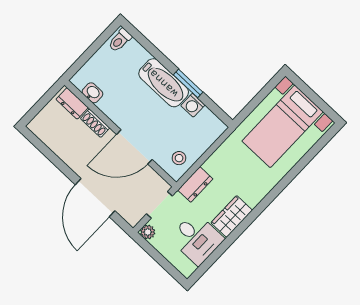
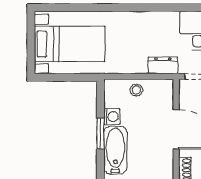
stool: (179, 158) -> (136, 90), moved
wardrobe: (232, 216) -> (161, 21), removed

